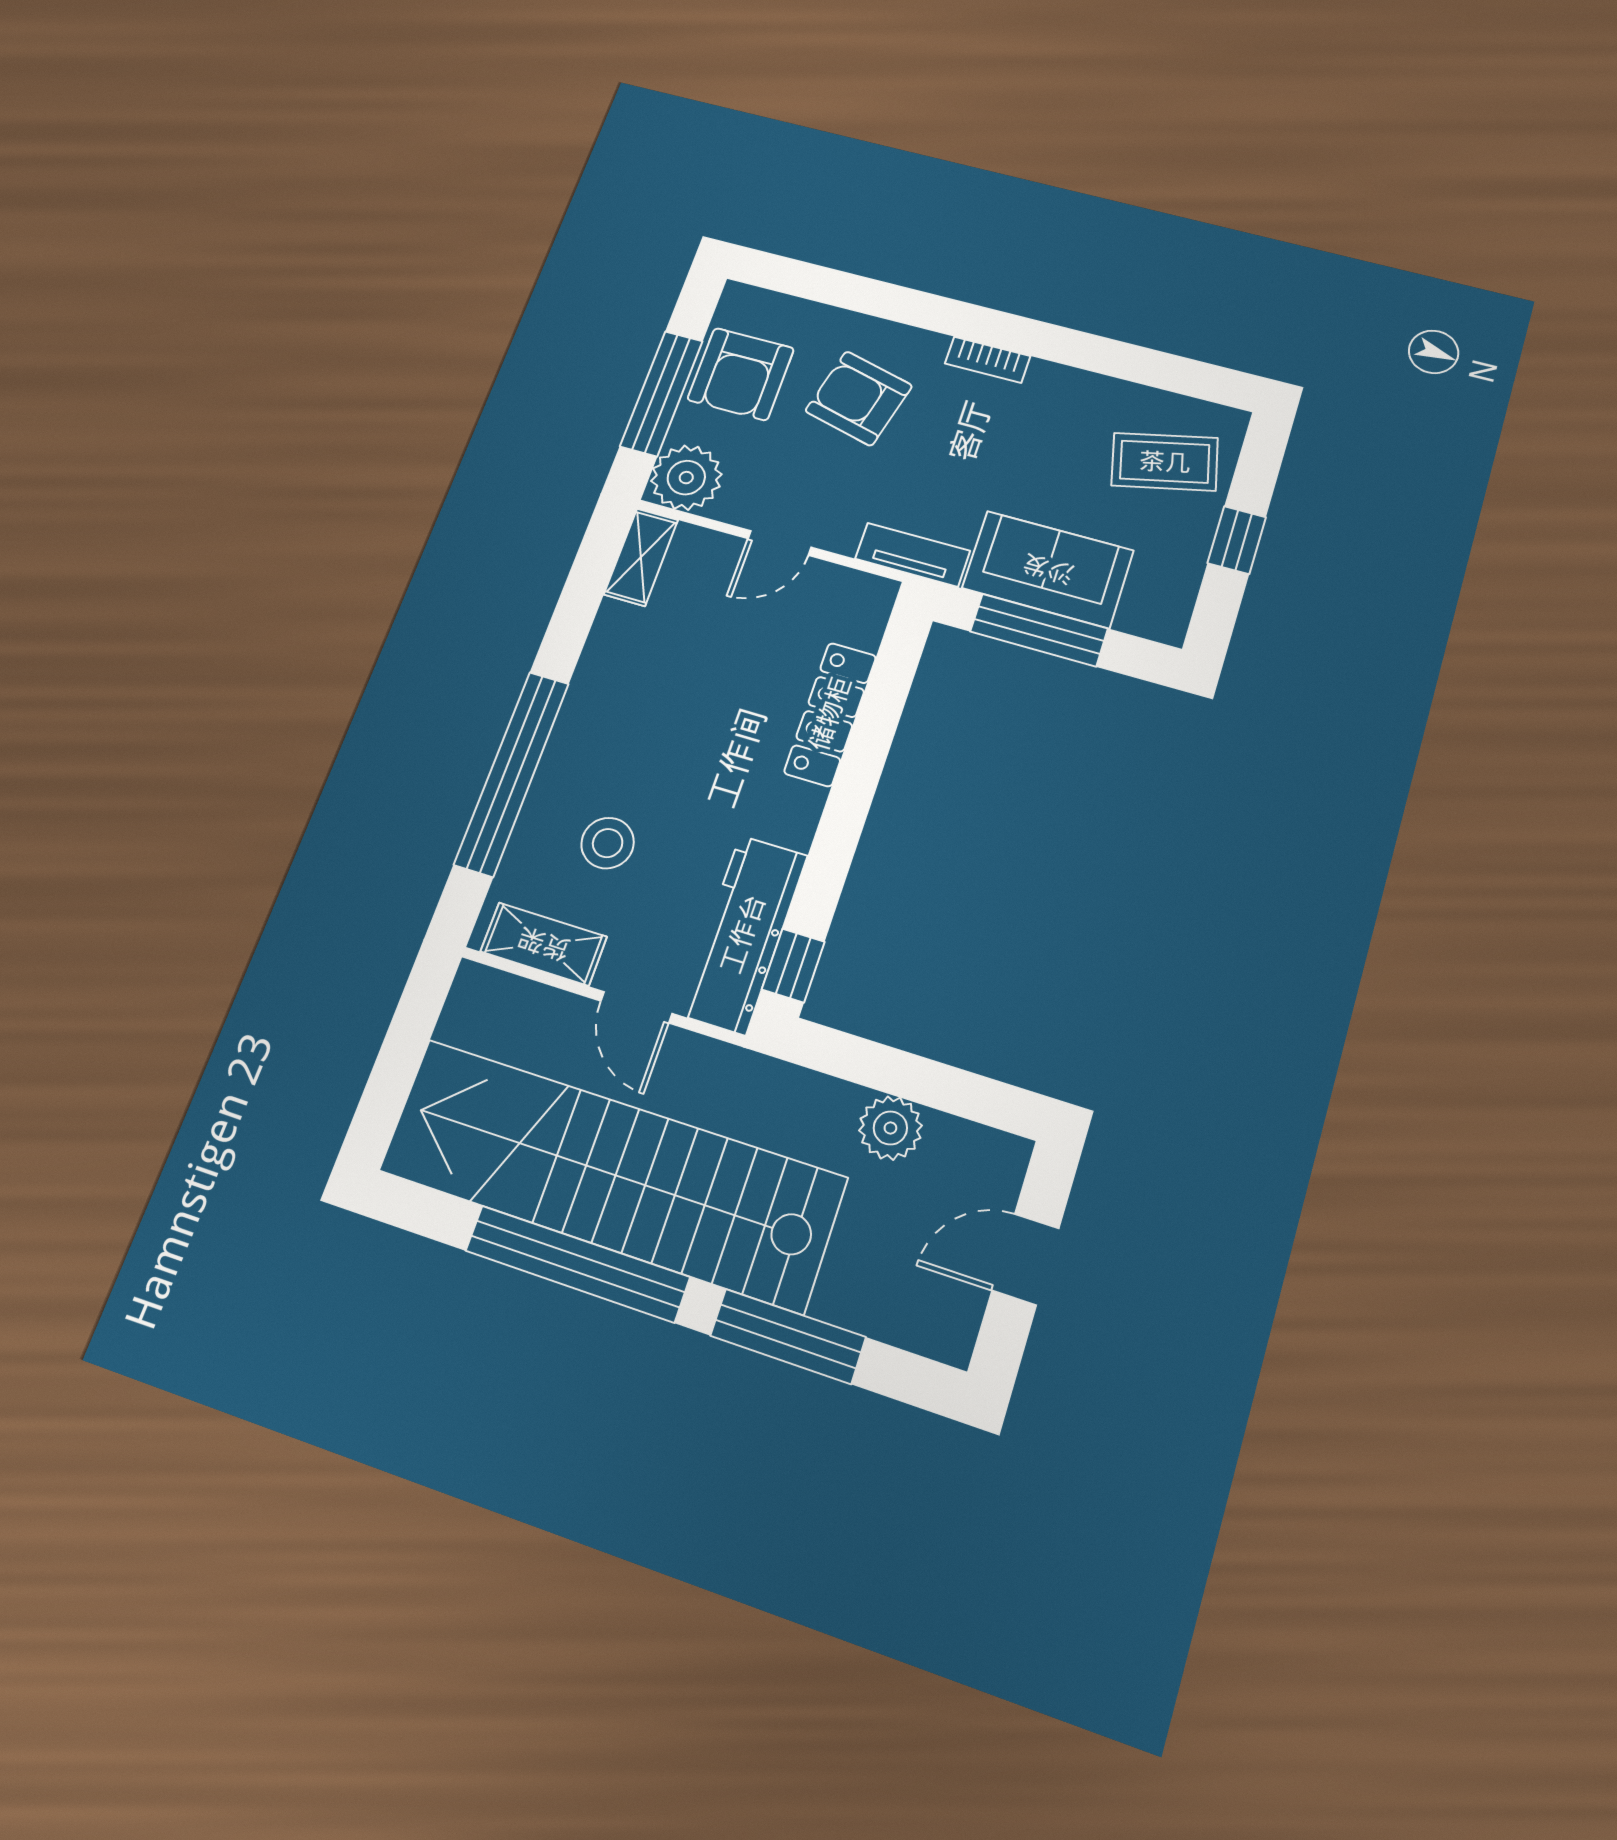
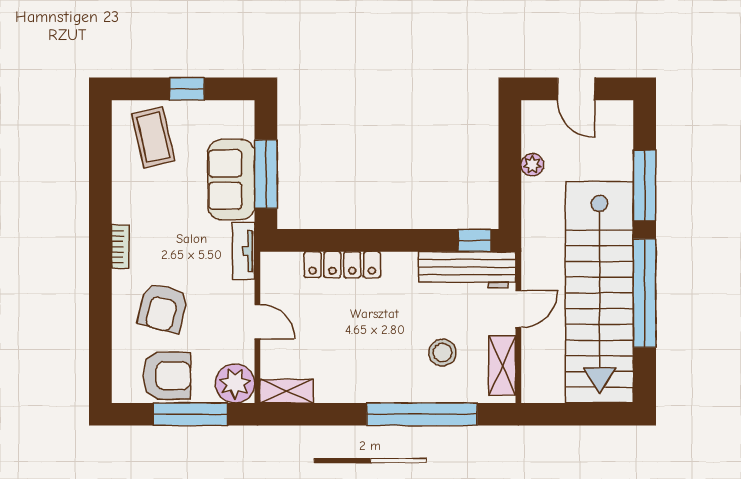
plant: (890, 1128) -> (532, 165), width x0.73, depth x0.73

